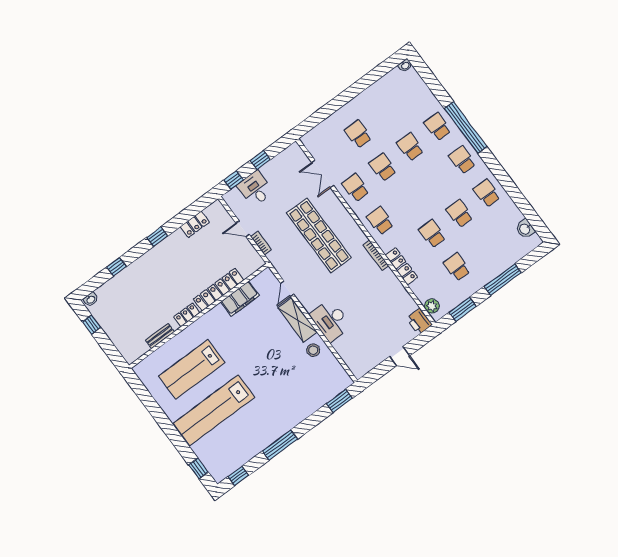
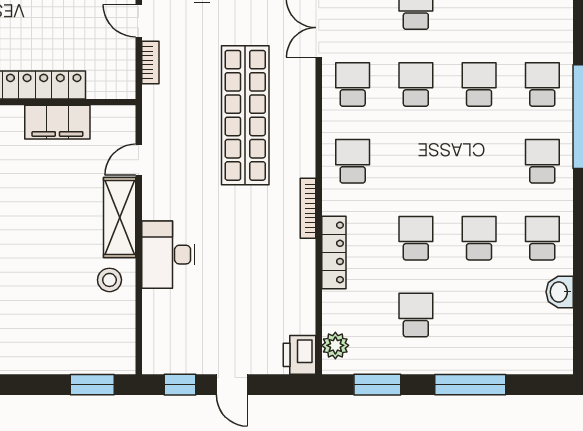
washbasin: (525, 229) -> (560, 292), moved
window: (377, 373) -> (180, 385), added

